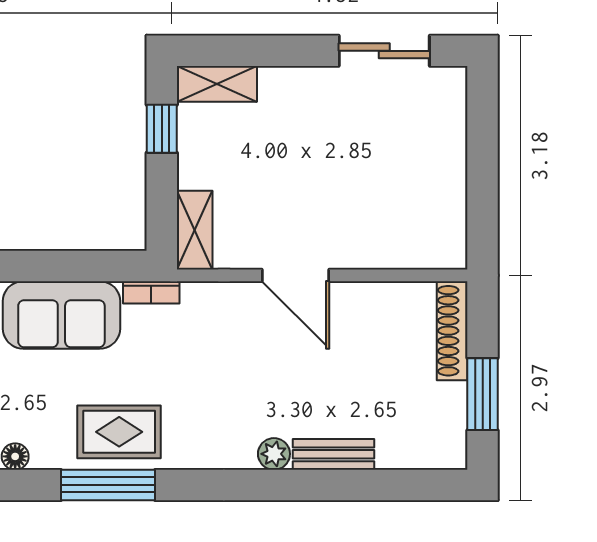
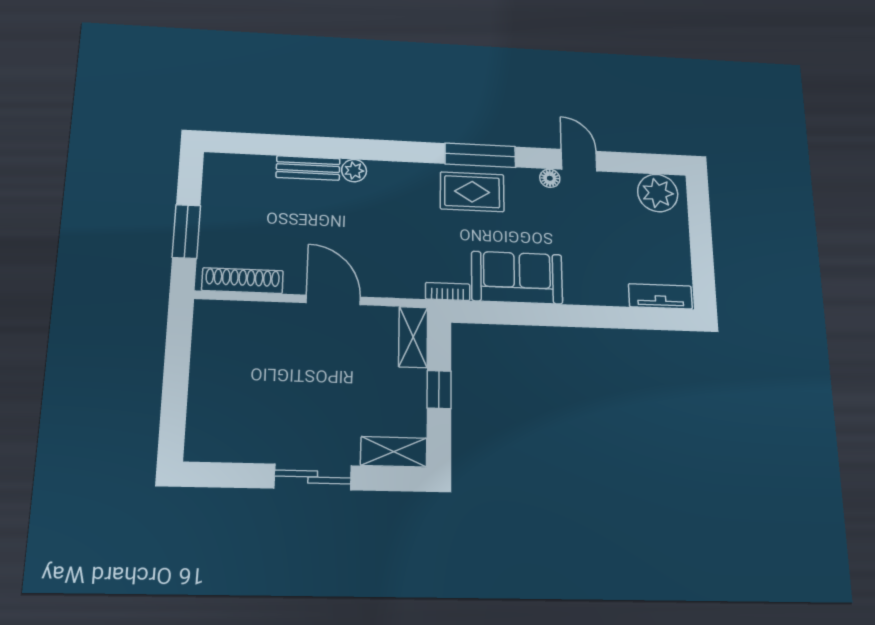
sliding door: (384, 51) -> (313, 477), moved
window: (162, 129) -> (439, 389), moved
shoe rack: (452, 331) -> (243, 281), moved, turned -90
window: (483, 394) -> (186, 231), moved

